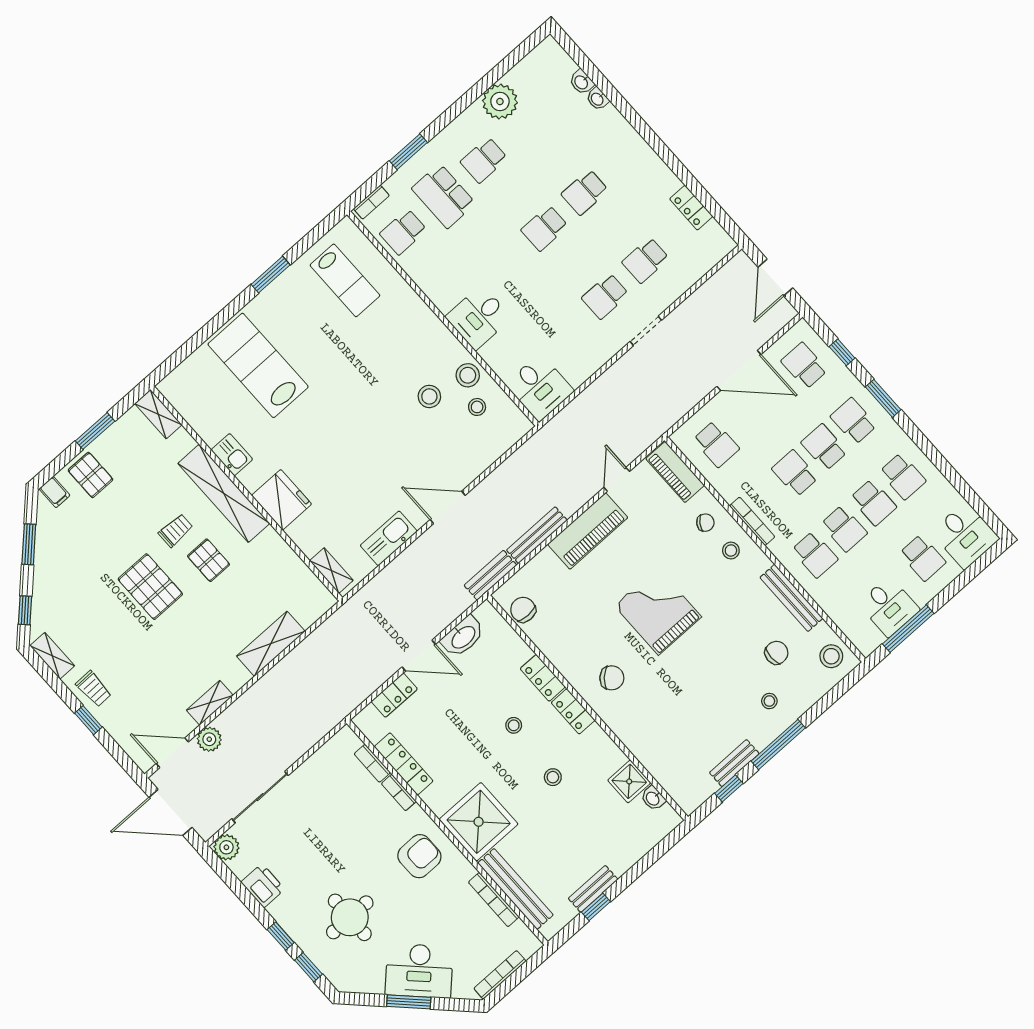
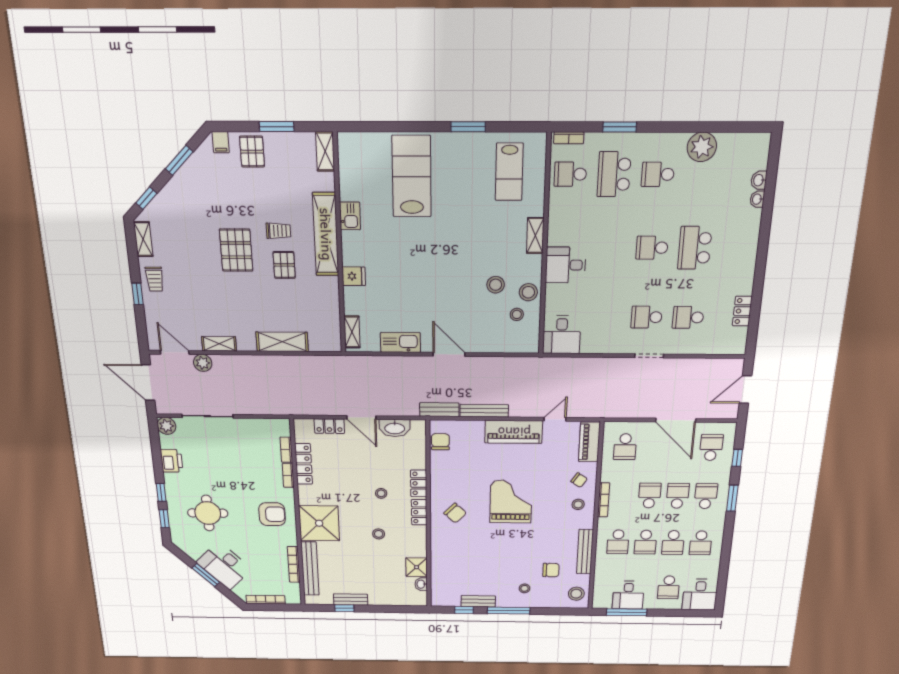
school desk: (585, 192) -> (695, 248), width x1.85
shelving: (424, 316) -> (535, 236), added
fridge: (282, 500) -> (354, 276), width x0.53, depth x0.75

